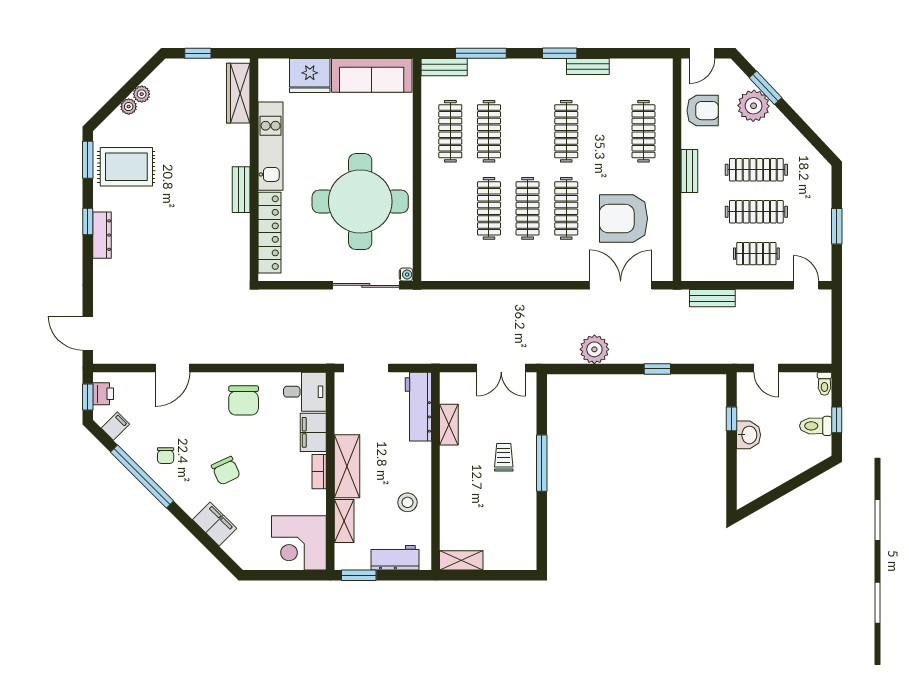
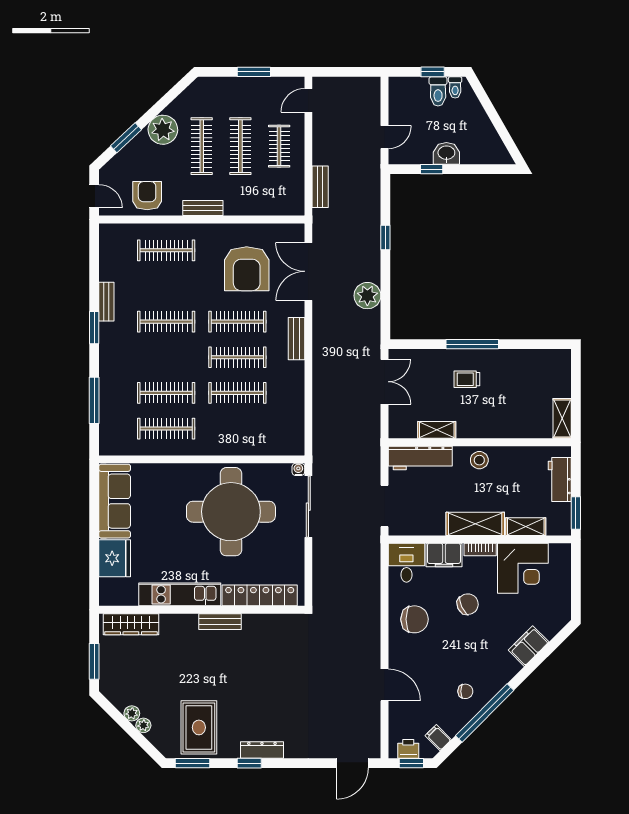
window: (198, 53) -> (94, 661), width x1.50
bench: (444, 67) -> (296, 339), moved
plant: (754, 106) -> (163, 130), moved
toilet: (824, 384) -> (455, 87), moved, turned 90
chair: (226, 471) -> (468, 604), moved
stool: (407, 502) -> (479, 460), moved
corner desk: (299, 543) -> (523, 568), moved

